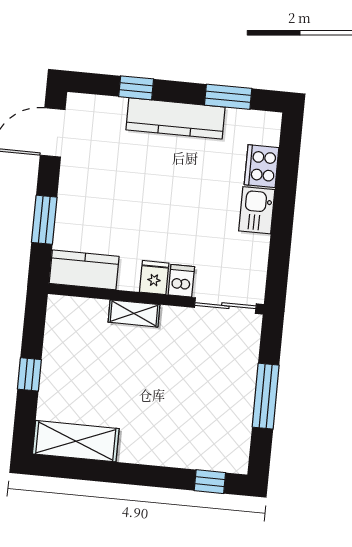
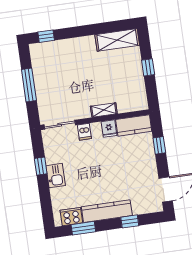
cooker: (262, 166) -> (71, 217), moved, turned -90
window: (44, 220) -> (159, 145), width x0.67
window: (281, 235) -> (41, 166), added
fridge: (154, 278) -> (109, 129), moved

